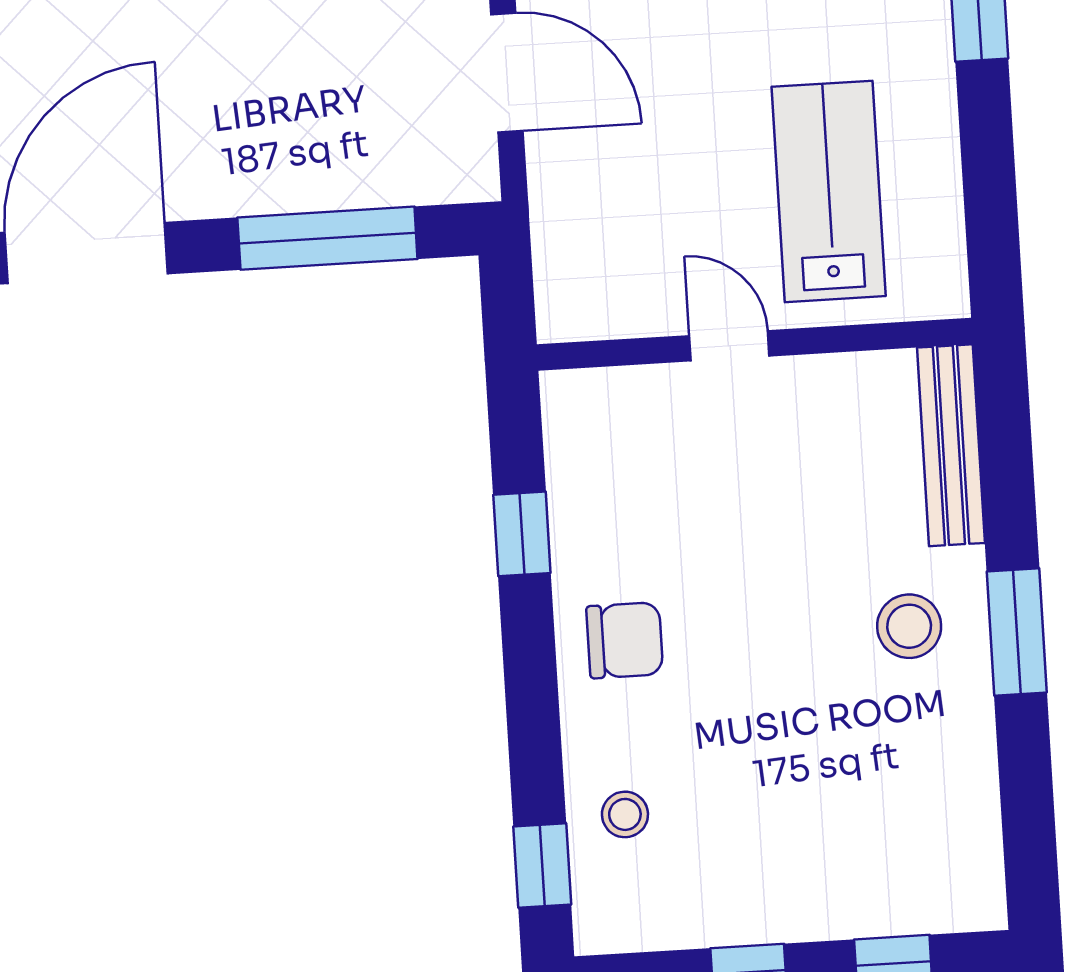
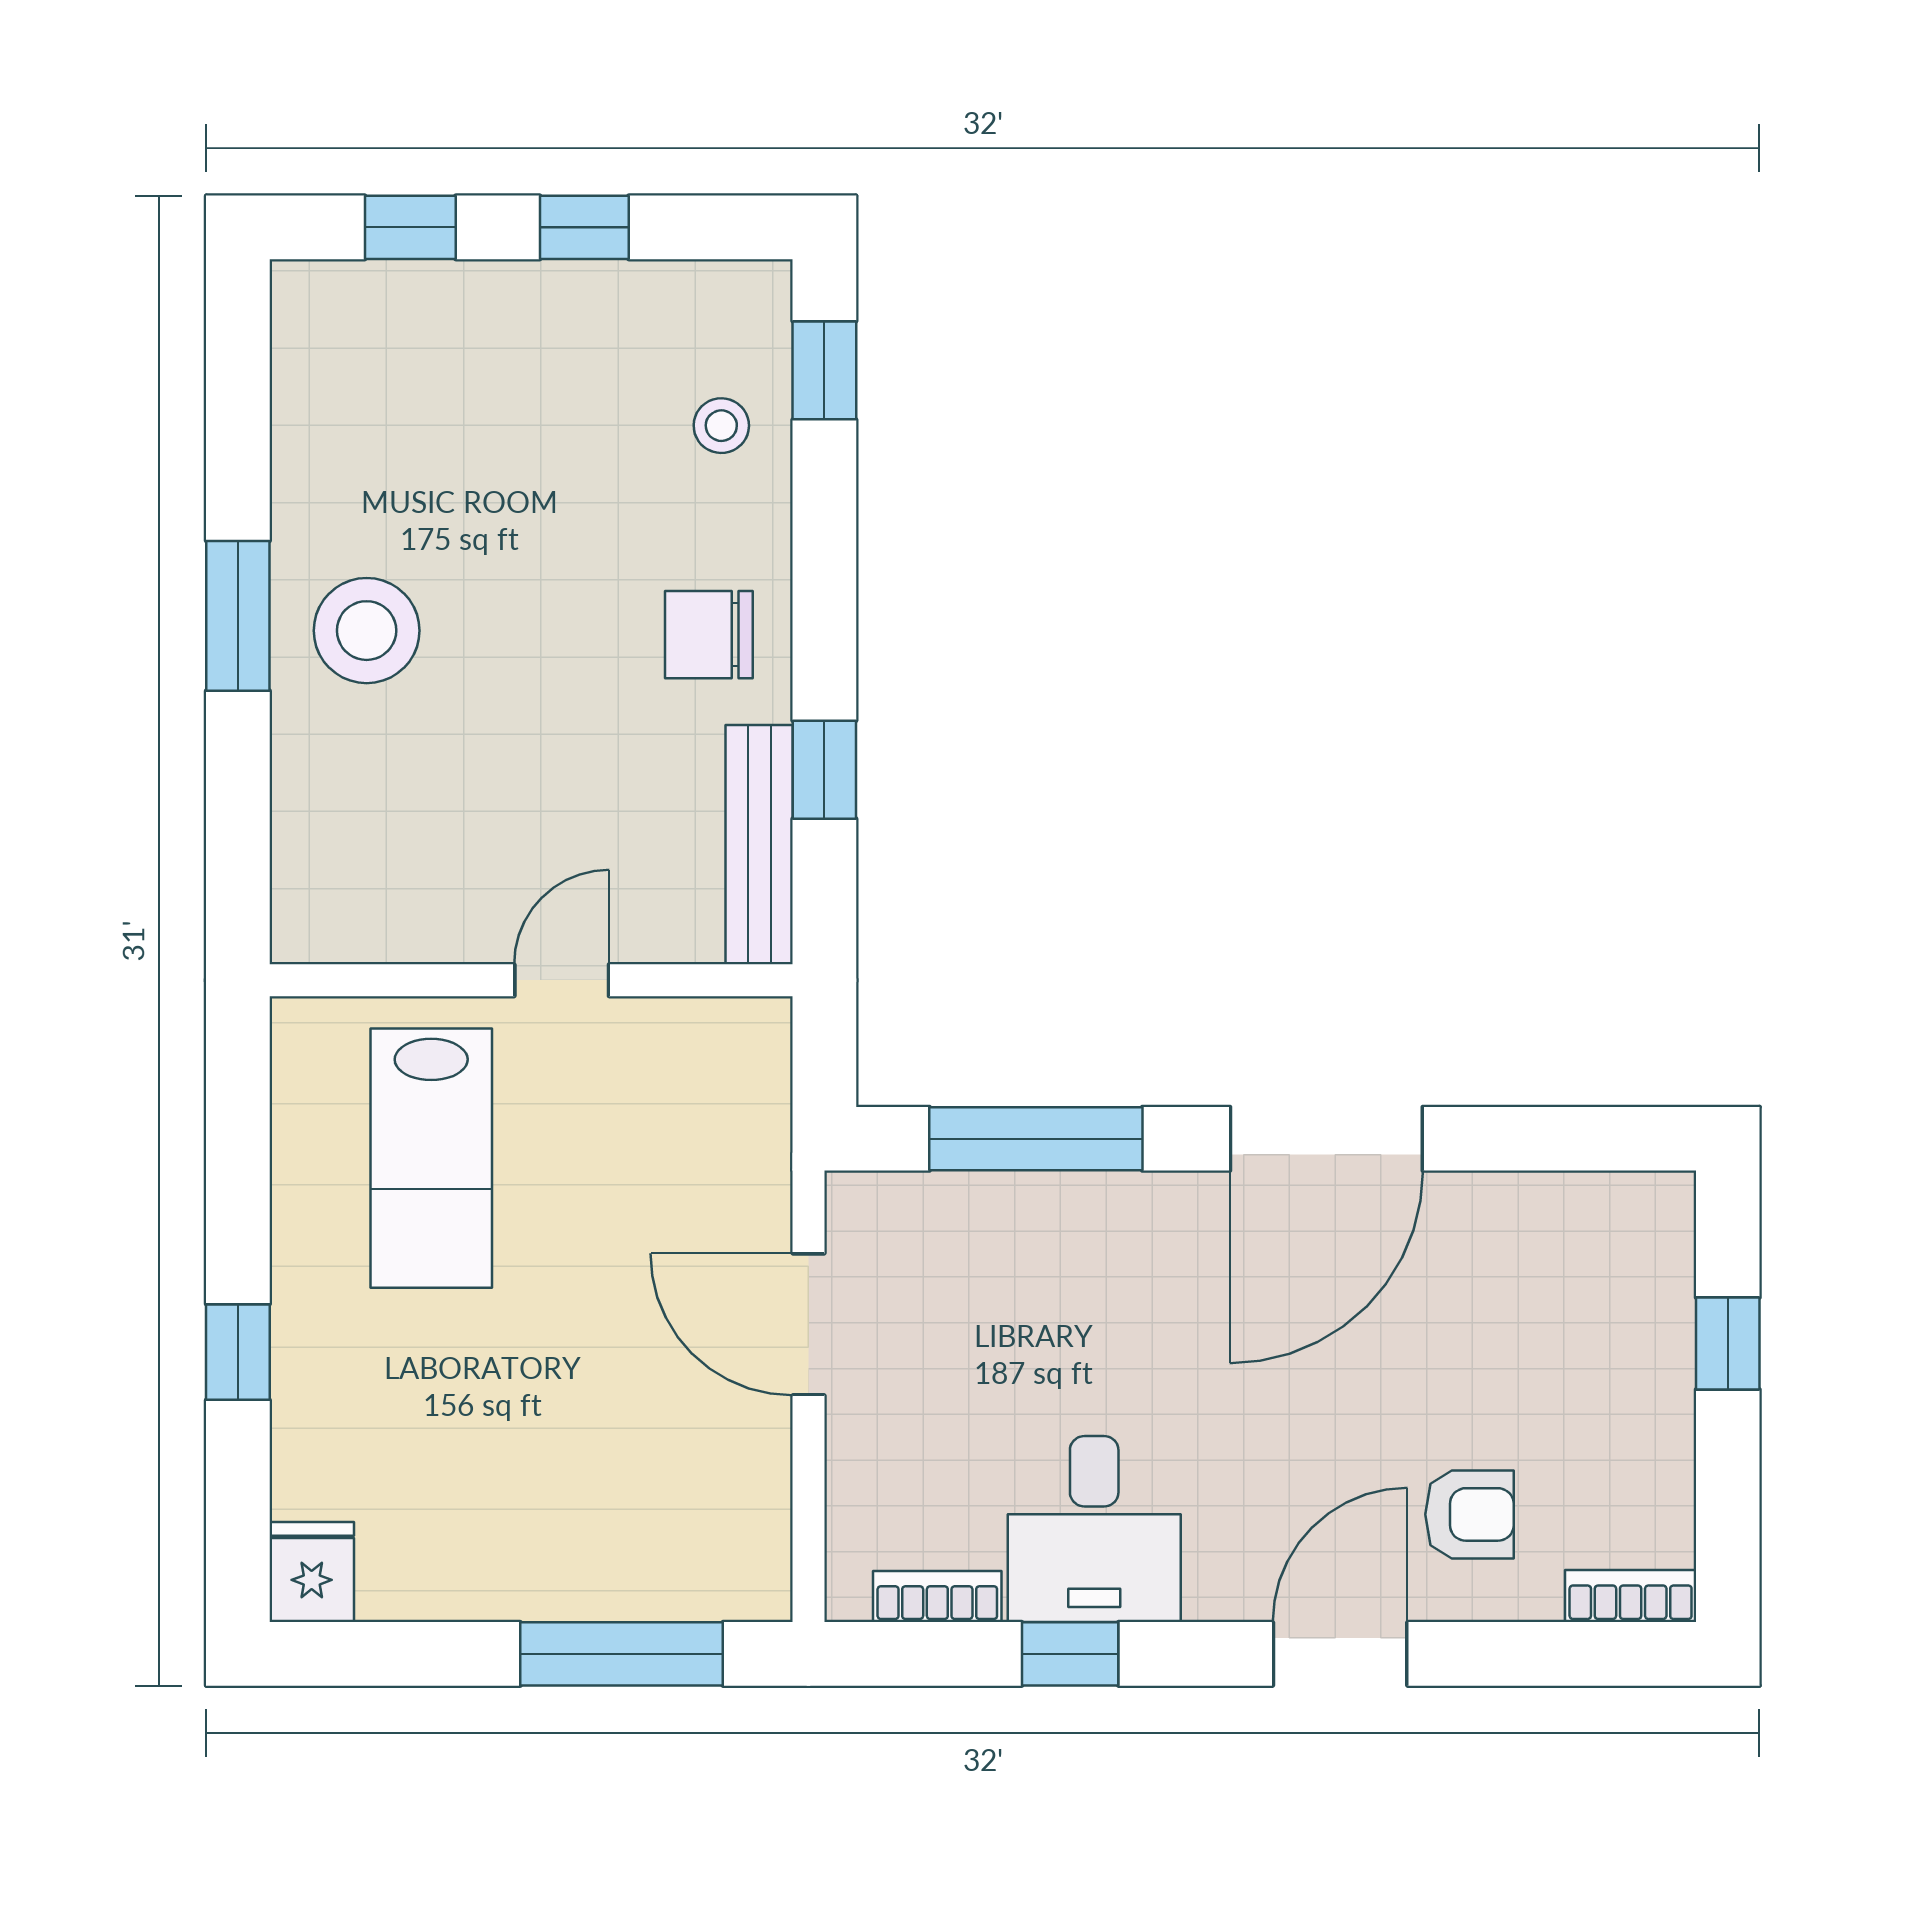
door: (729, 346) -> (562, 980), swing flipped
bench: (951, 445) -> (759, 845), moved
stool: (909, 626) -> (367, 631), width x1.38, depth x1.38

